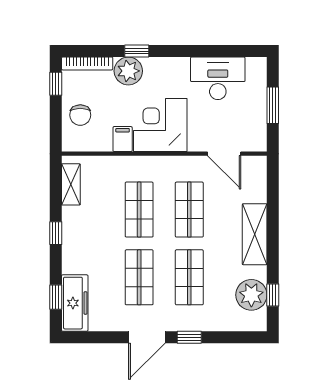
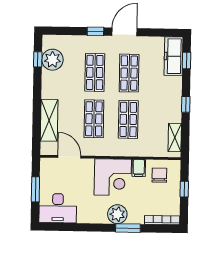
window: (137, 51) -> (128, 228), width x1.50
plant: (128, 71) -> (117, 214), moved
desk: (218, 78) -> (58, 208), moved
window: (56, 84) -> (184, 189), moved
chair: (80, 115) -> (159, 175), moved
shelving: (255, 234) -> (49, 120), moved

